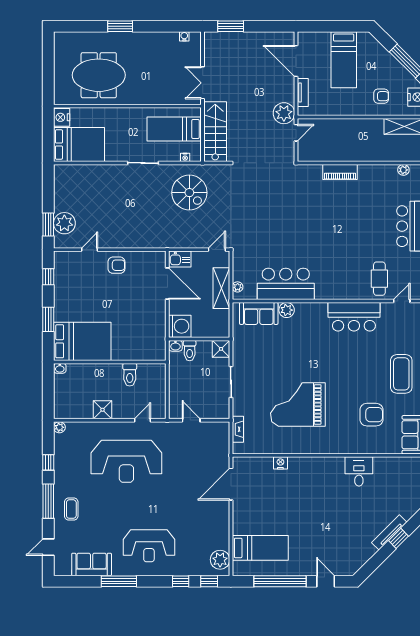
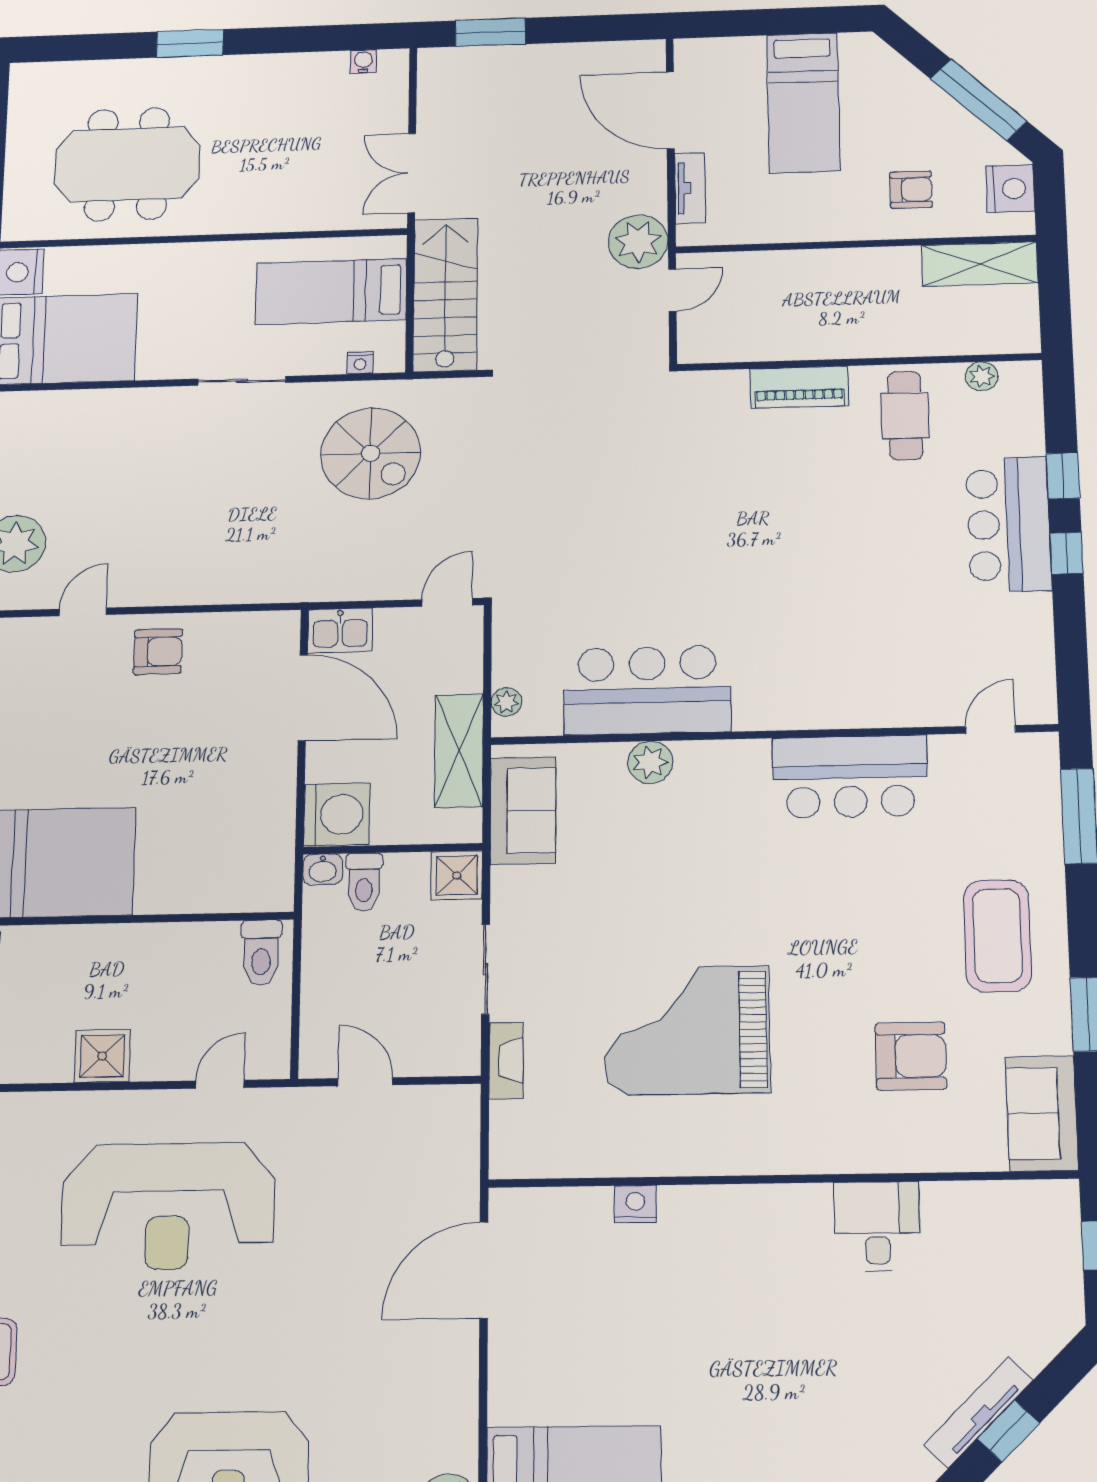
cafe table: (379, 279) -> (905, 416), moved
shelving: (221, 288) -> (459, 751), moved
sofa: (259, 313) -> (523, 810), moved, turned -90
toilet: (130, 375) -> (261, 953), moved
fireplace: (238, 429) -> (506, 1061), moved

